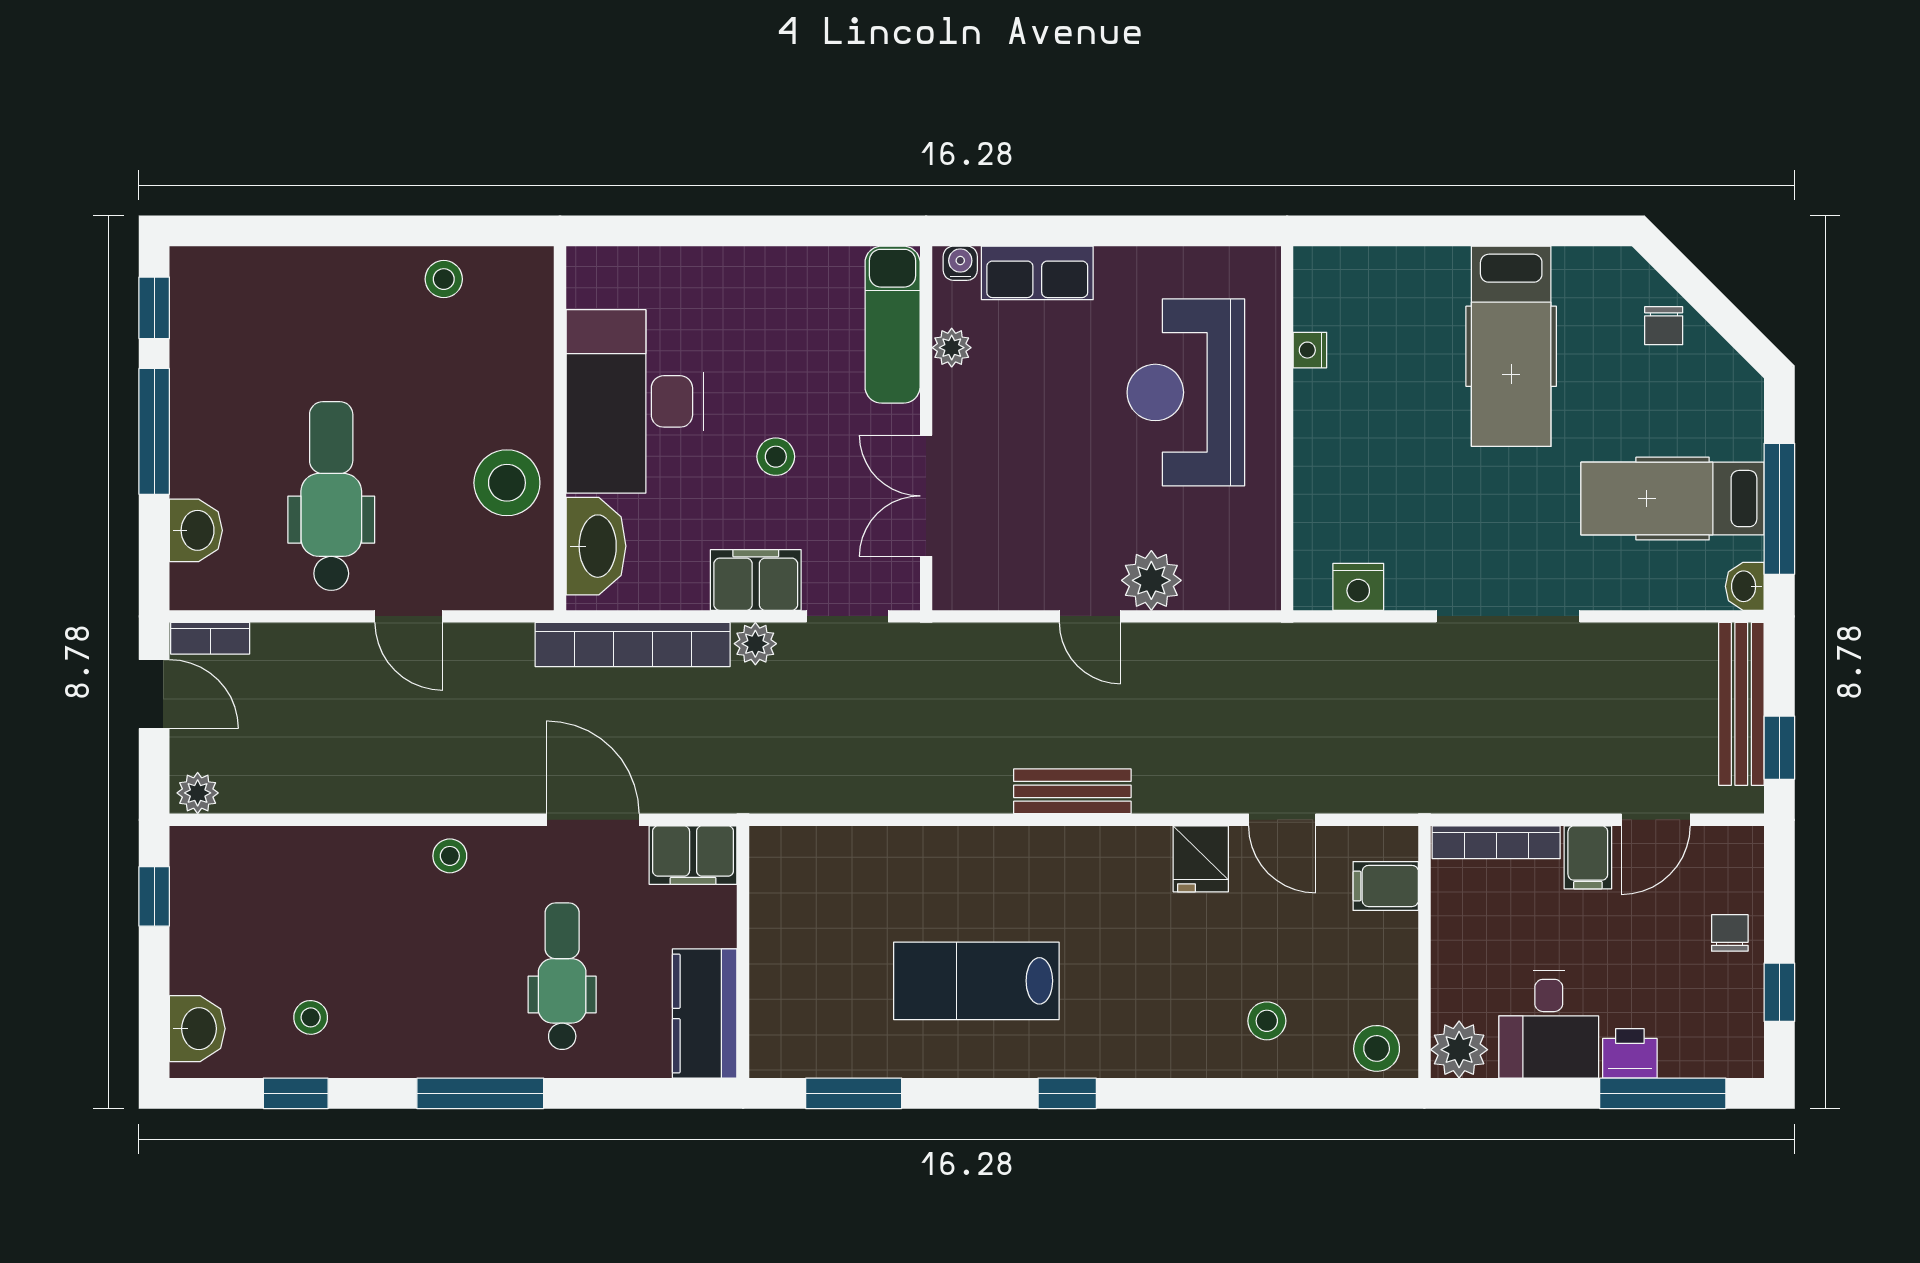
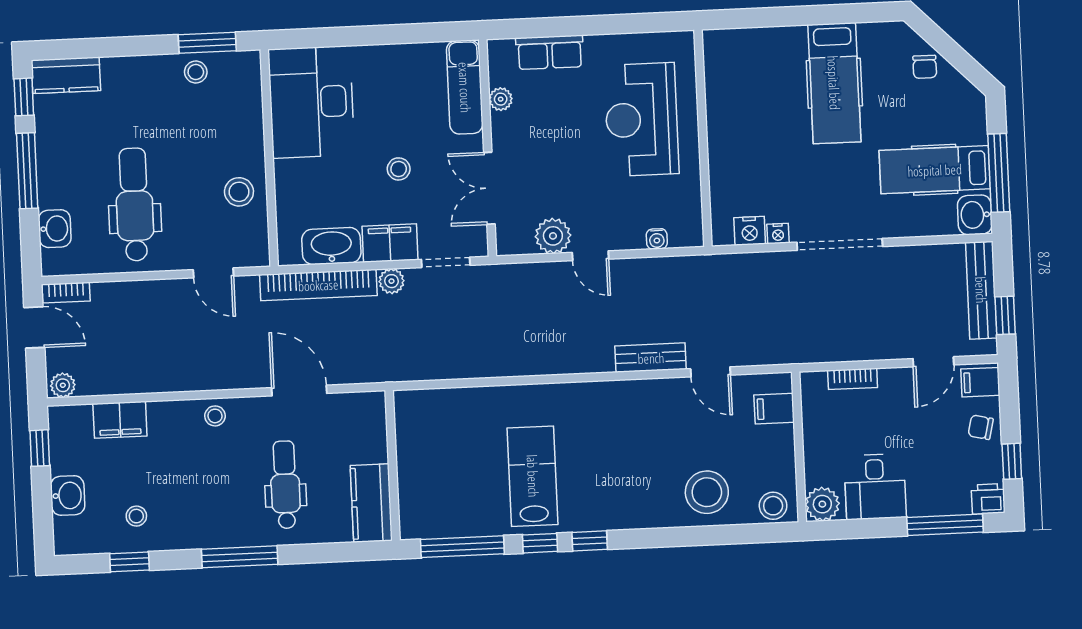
window: (465, 231) -> (207, 43), added
water cooler: (960, 263) -> (657, 239), moved, turned 180
kitchen counter: (226, 275) -> (66, 75), added
nightstand: (1310, 350) -> (778, 234), moved, turned -90
desk: (635, 401) -> (311, 102), moved
stool: (507, 483) -> (239, 192), width x0.73, depth x0.73
washbasin: (596, 546) -> (331, 246), moved, turned -90
plant: (1151, 580) -> (553, 236), moved
washbasin: (1745, 586) -> (975, 215), width x1.38, depth x1.45
door: (409, 616) -> (213, 273), moved
bench: (1072, 791) -> (651, 358), moved
bookcase: (1496, 842) -> (853, 379), width x0.64
filing cabinet: (693, 855) -> (120, 420), moved
filing cabinet: (1588, 857) -> (980, 382), moved, turned 90
fridge: (1201, 859) -> (663, 397), removed
chair: (1730, 933) -> (981, 427), turned -77
lab bench: (976, 981) -> (533, 476), turned 90
stool: (1267, 1021) -> (707, 492), width x1.89, depth x1.89
washbasin: (197, 1029) -> (68, 496), moved
printer: (1630, 1053) -> (988, 499), moved
window: (854, 1093) -> (462, 547), width x1.44
window: (984, 1093) -> (540, 543), added

